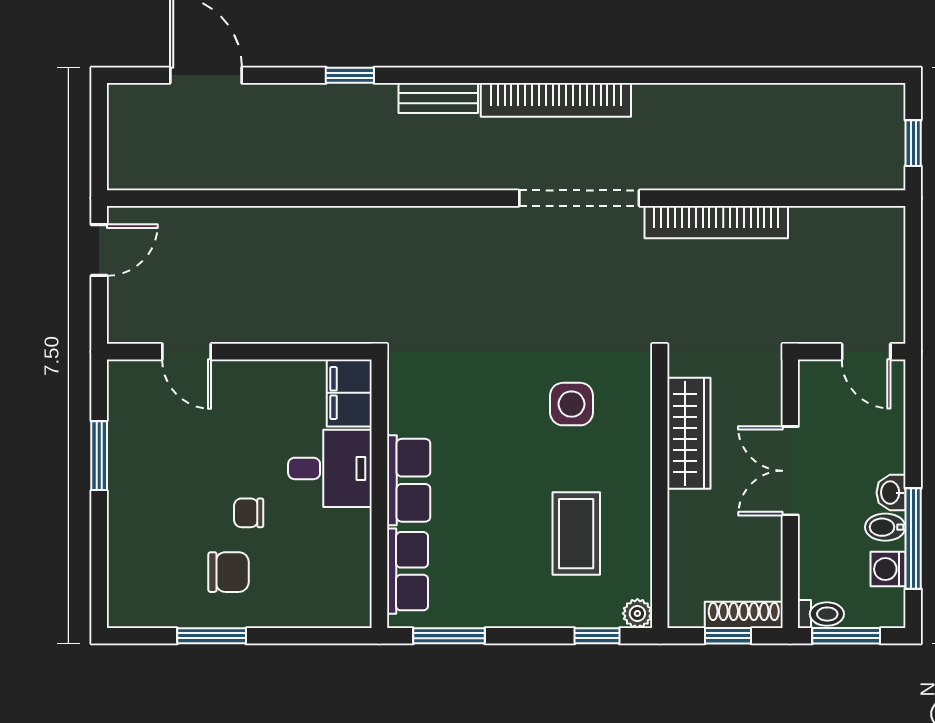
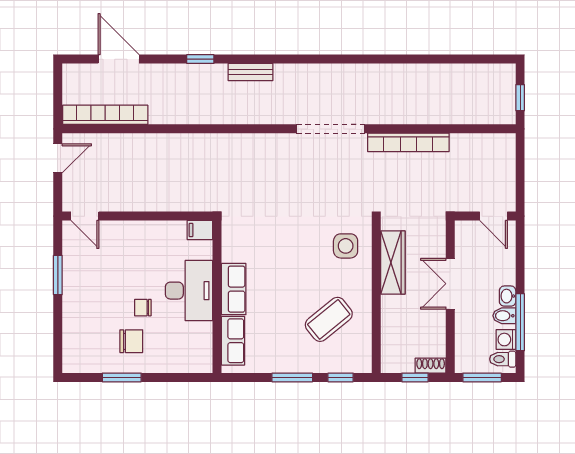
bookcase: (556, 100) -> (105, 115), moved, turned 180
door: (187, 352) -> (85, 216), moved
filing cabinet: (349, 393) -> (200, 230), width x0.50
side table: (572, 404) -> (346, 246), moved
desk: (330, 468) -> (189, 291), width x1.37
coffee table: (576, 534) -> (329, 319), turned 51
plant: (637, 613) -> (364, 365), removed
toilet: (821, 614) -> (503, 359), moved, turned 180
shoe rack: (744, 615) -> (431, 366), width x0.70
window: (449, 636) -> (292, 377), moved

